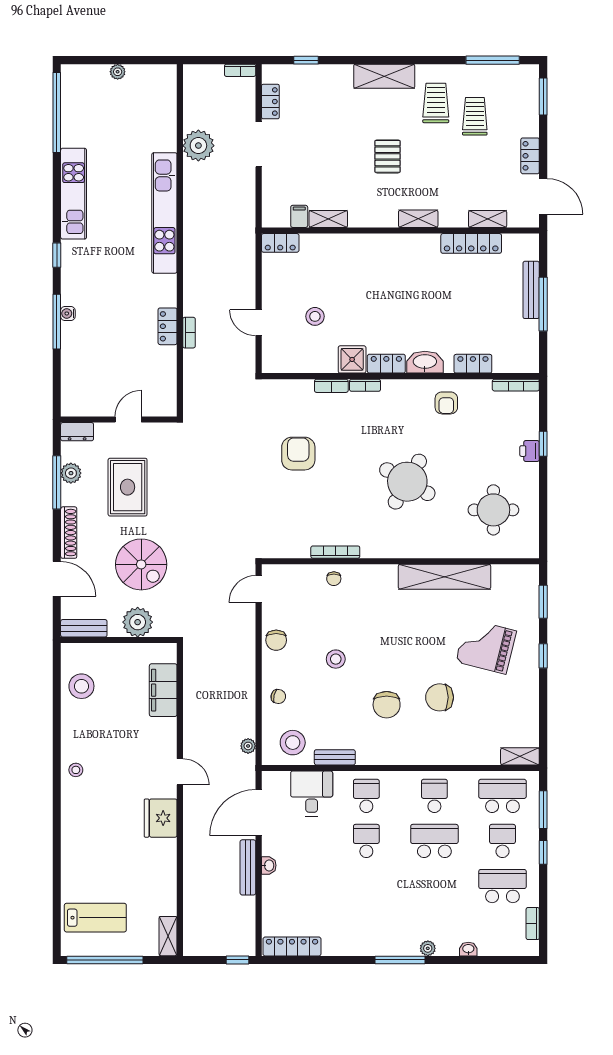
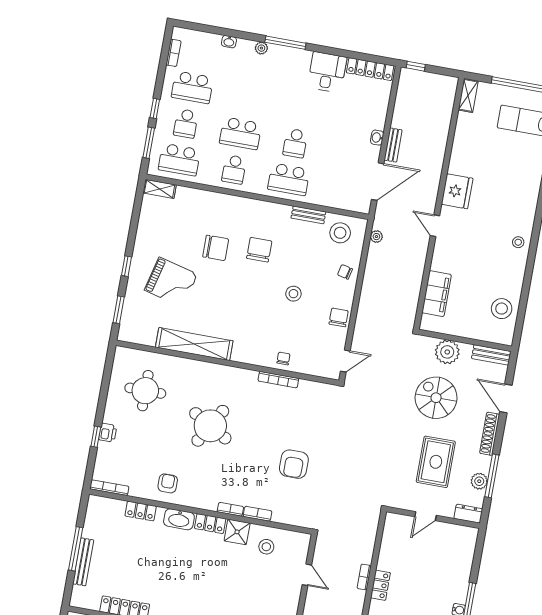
stool: (315, 316) -> (266, 547), moved
desk: (312, 793) -> (327, 72), moved, turned 180
school desk: (366, 796) -> (289, 179), width x1.85
bench: (248, 867) -> (393, 145), width x0.73

